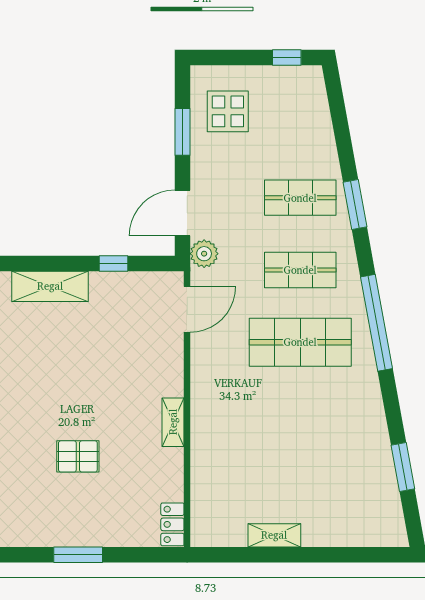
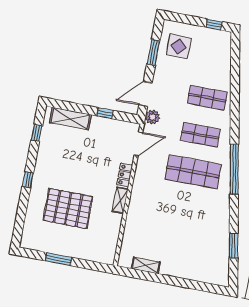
window: (355, 205) -> (235, 107), removed
pallet: (78, 456) -> (68, 209), width x2.05, depth x2.00
locker: (172, 524) -> (125, 175), moved
shelving: (274, 535) -> (146, 265), moved

